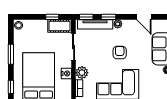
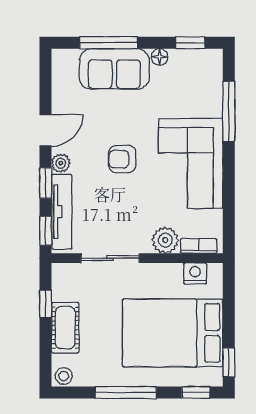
door: (144, 17) -> (46, 130), moved
cot: (60, 26) -> (65, 328), moved
window: (11, 54) -> (126, 393), width x1.44
nightstand: (66, 73) -> (195, 273), moved

